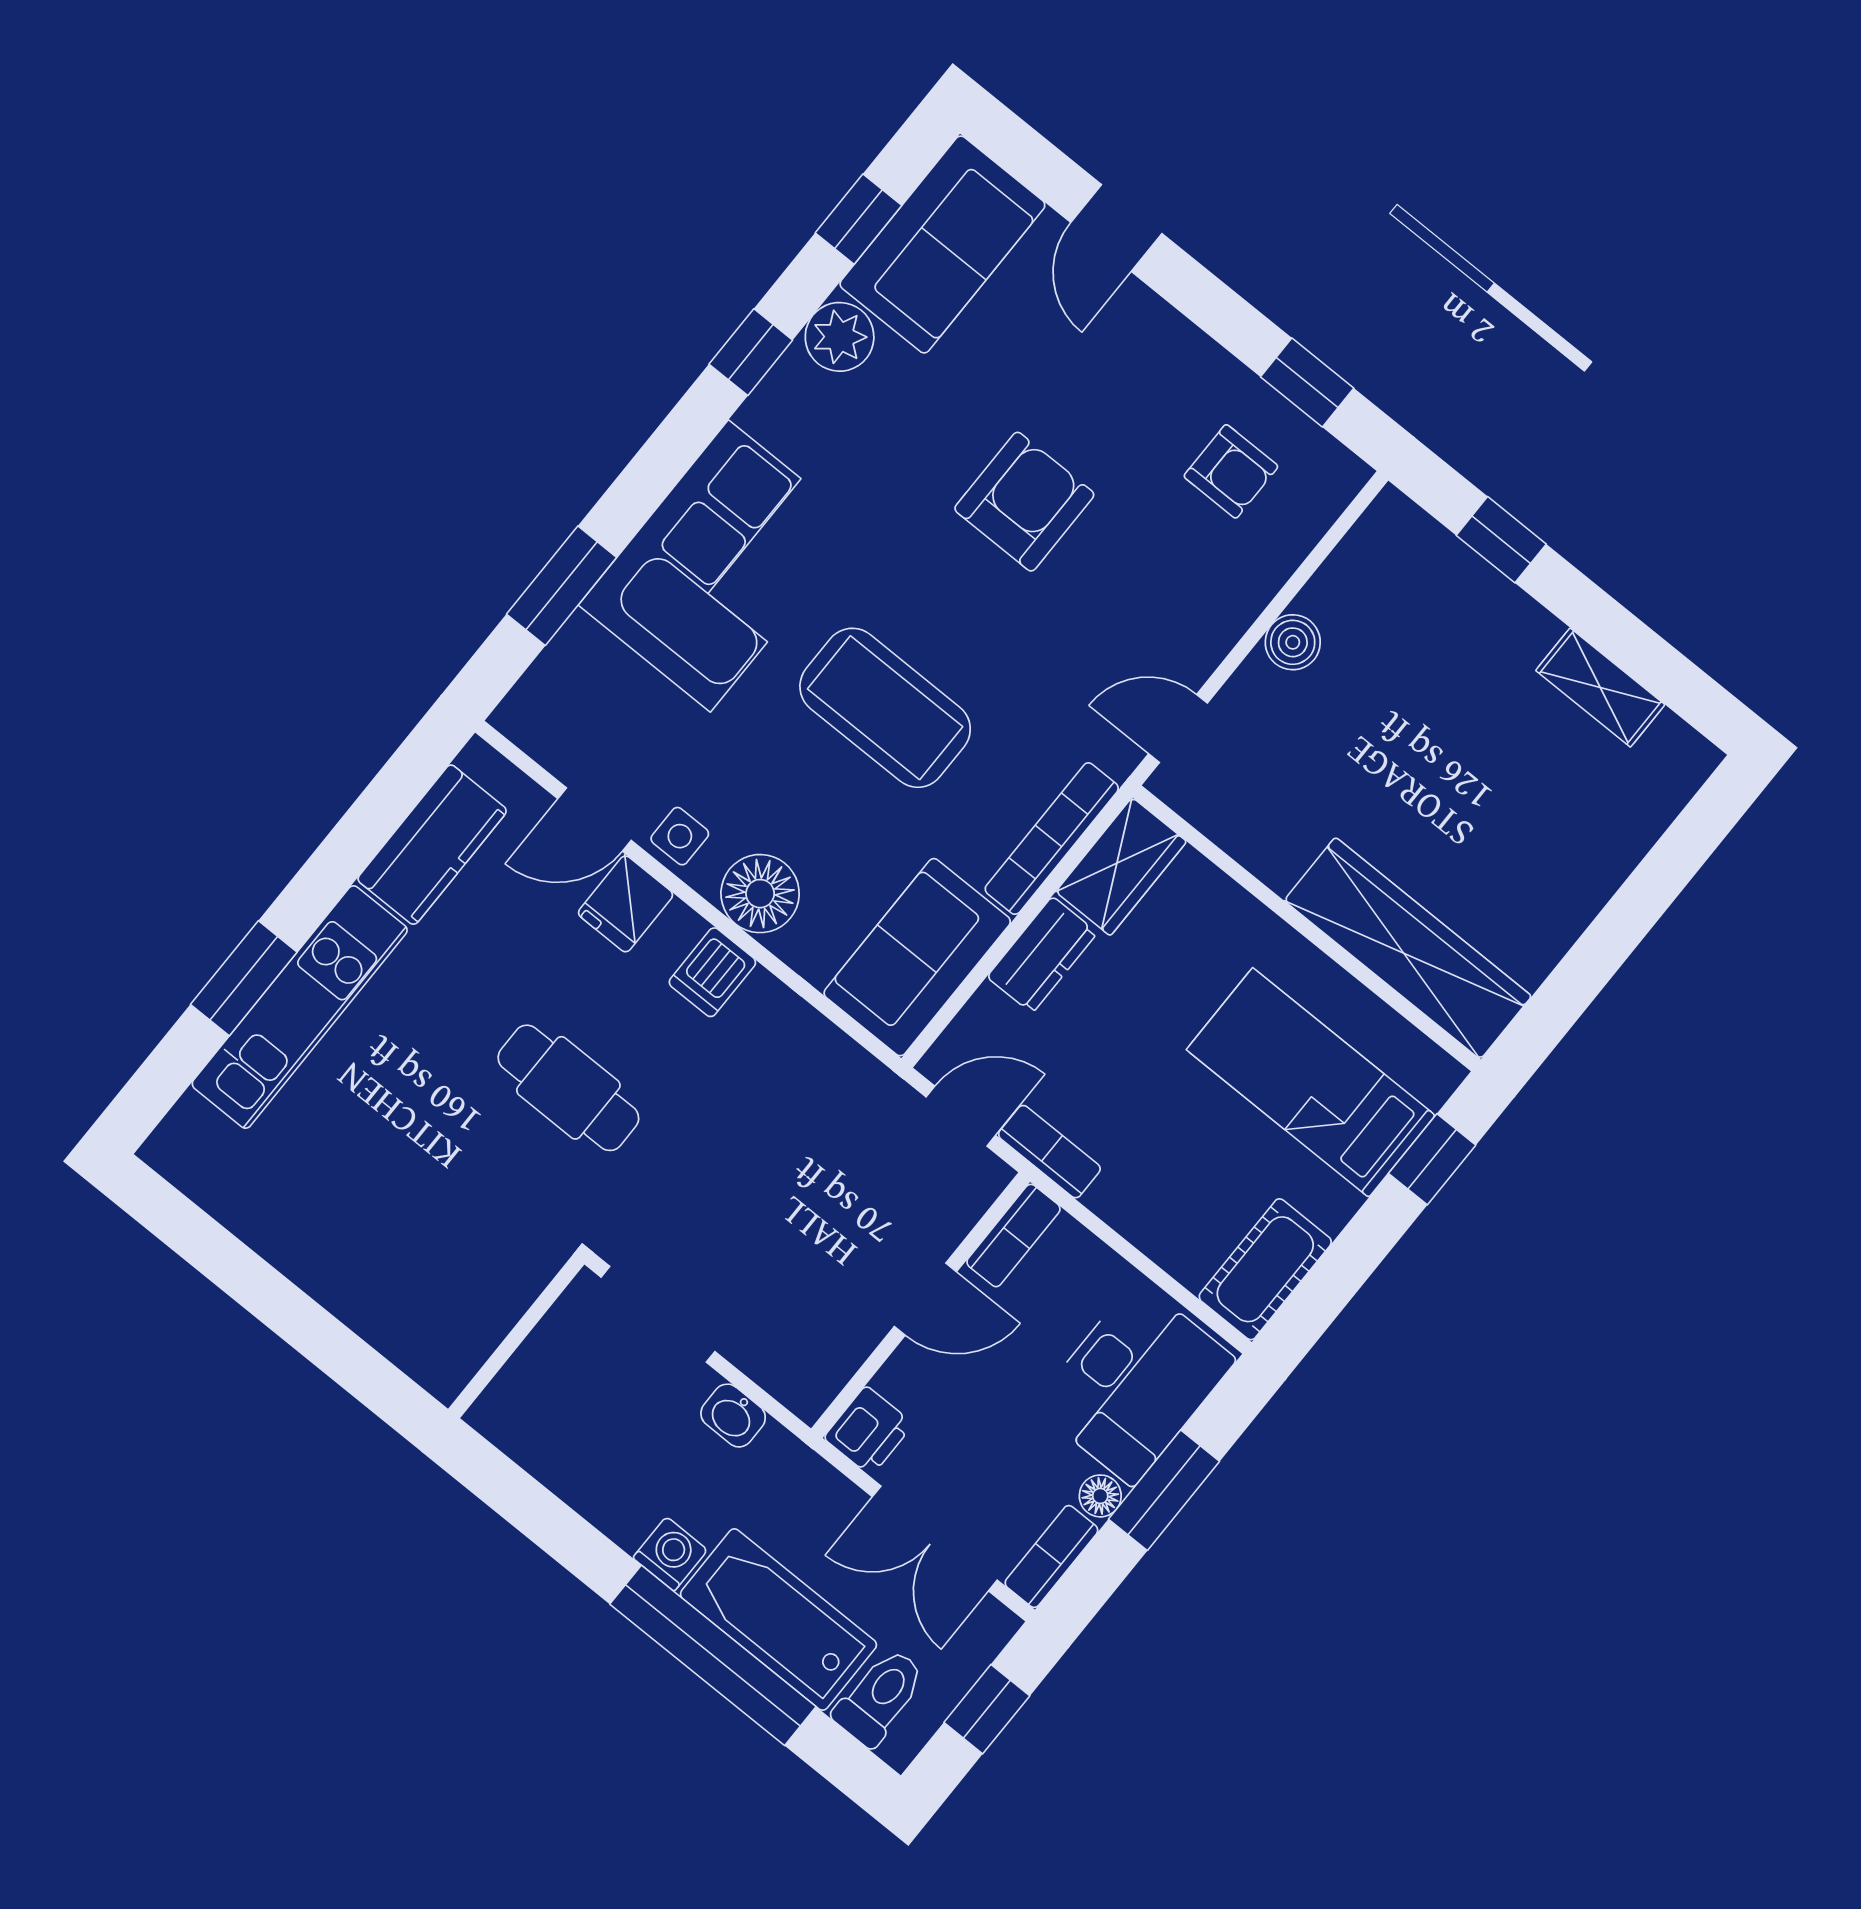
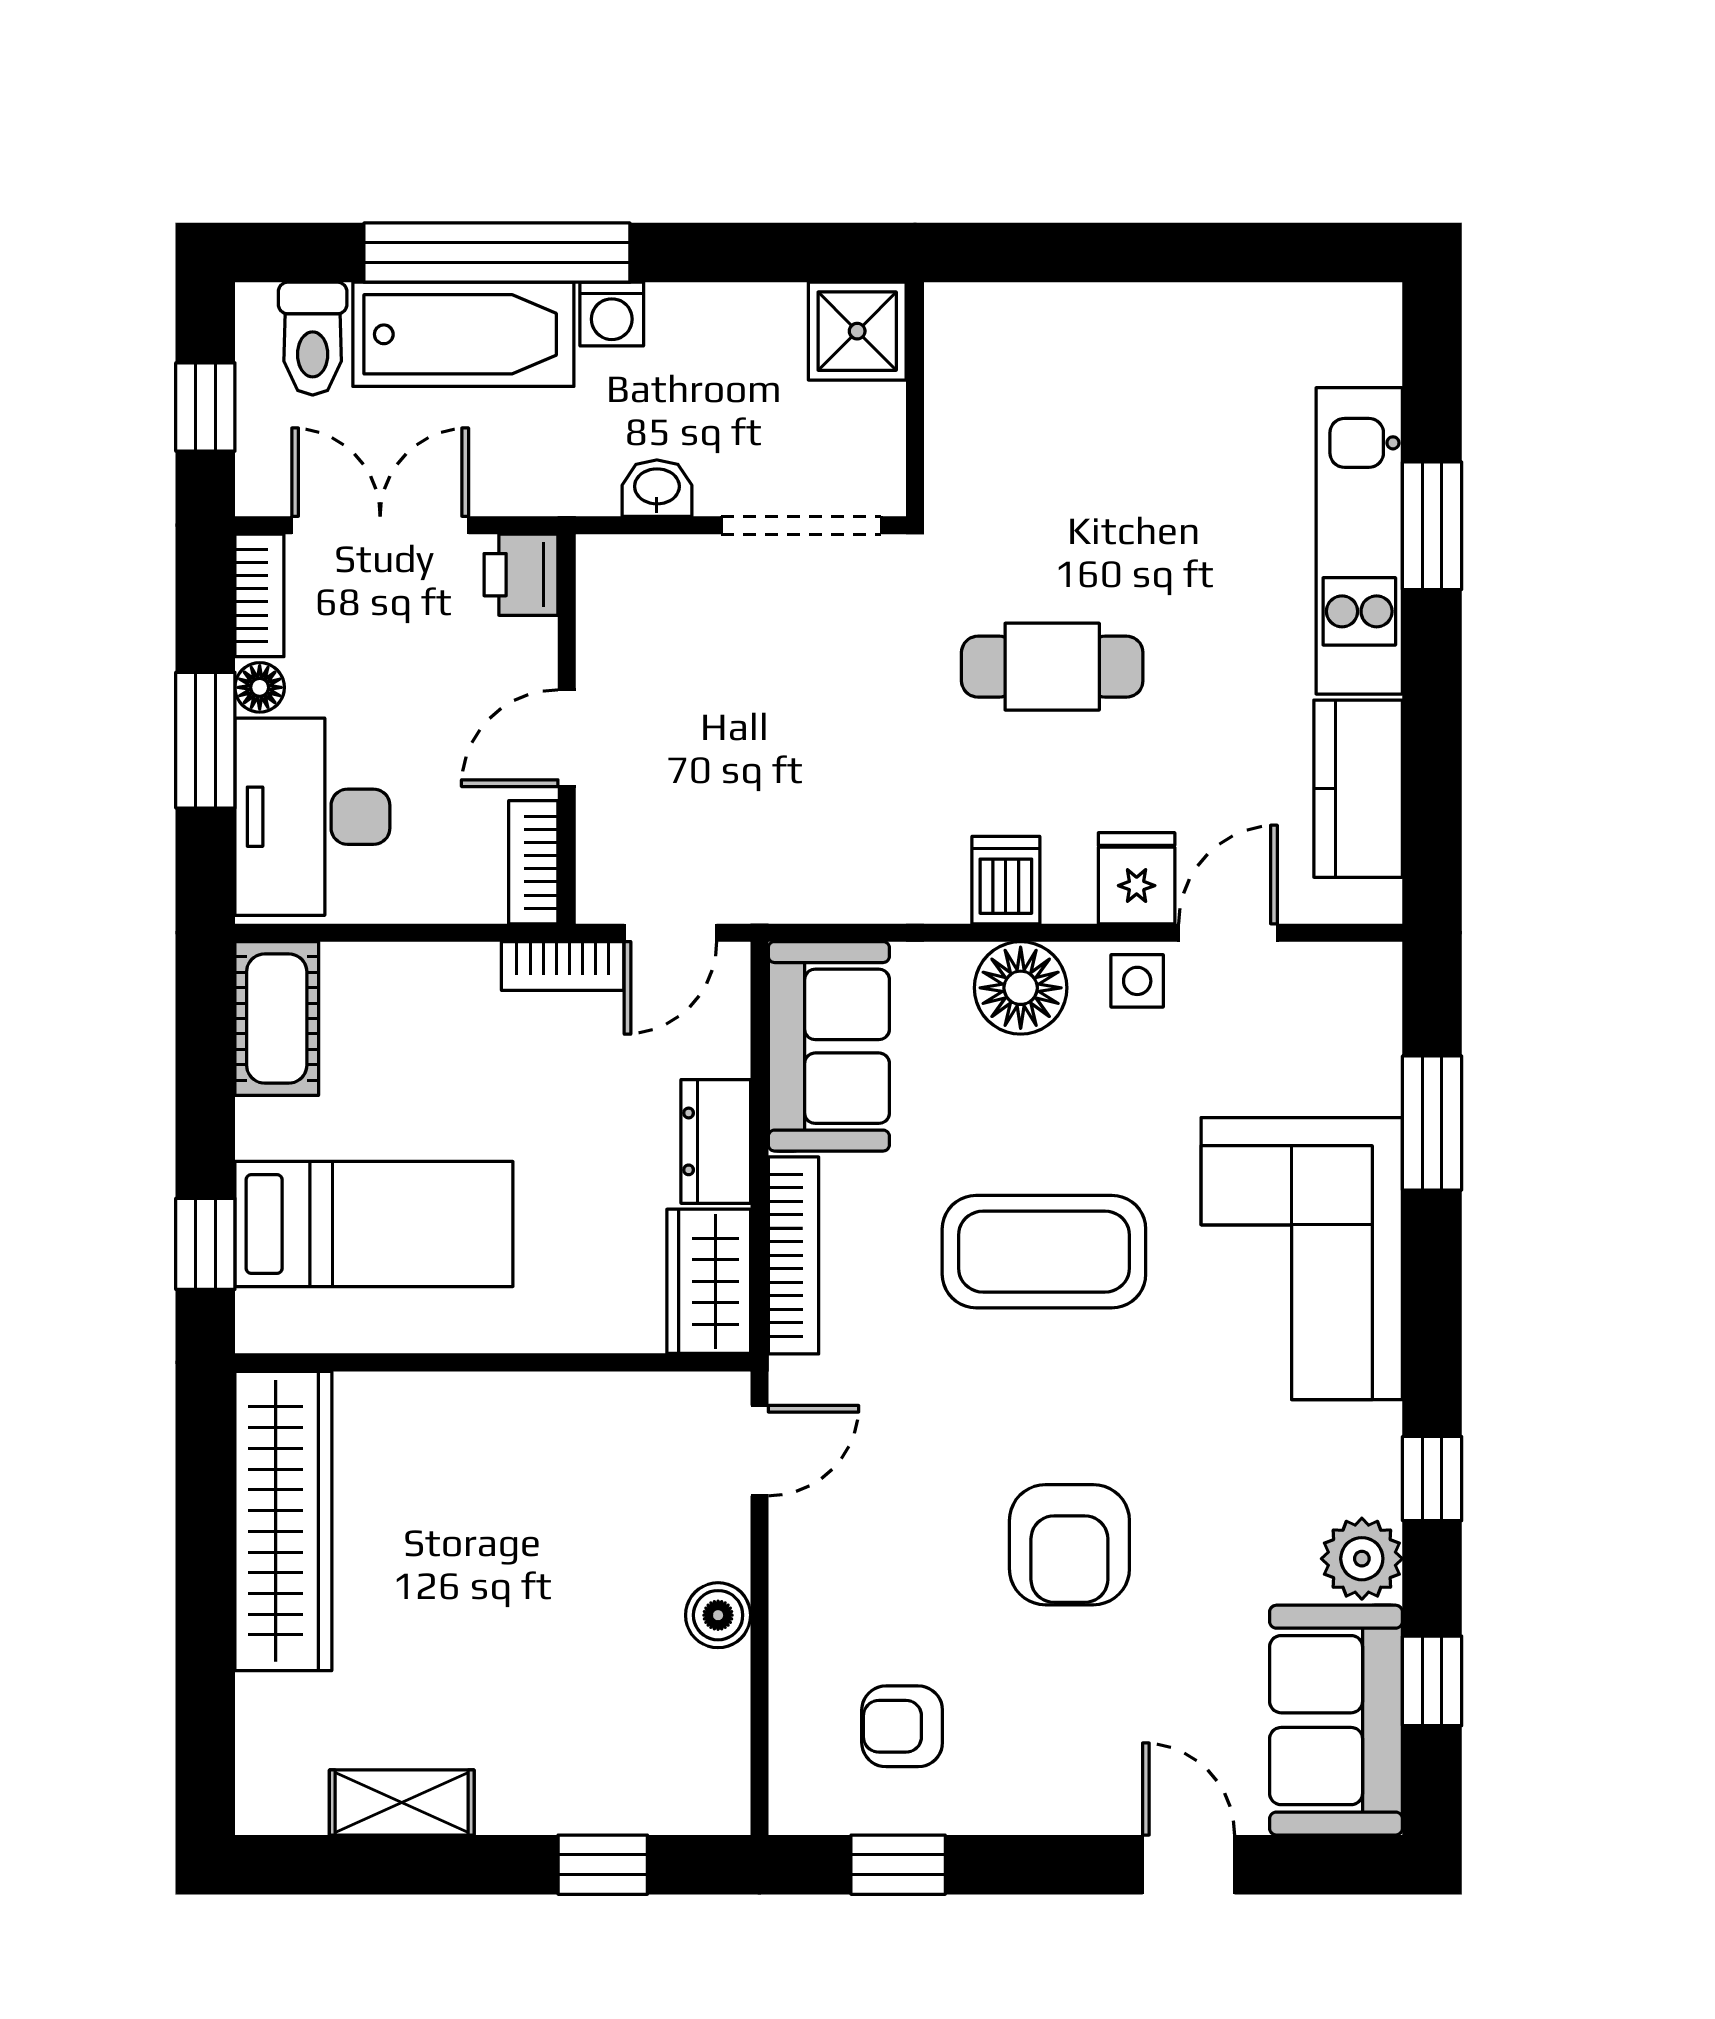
wardrobe: (1408, 948) -> (283, 1521), moved, turned -90
shower: (518, 1412) -> (857, 331), added

